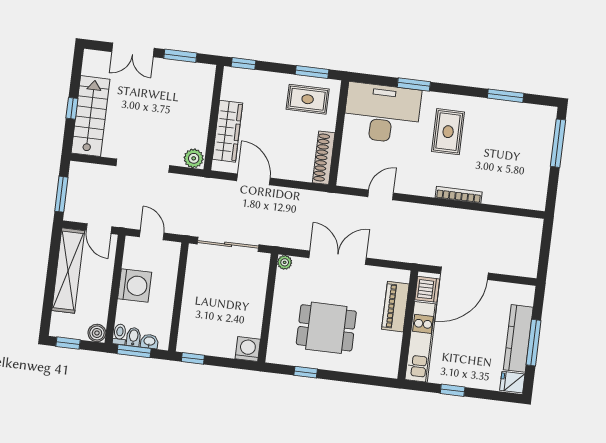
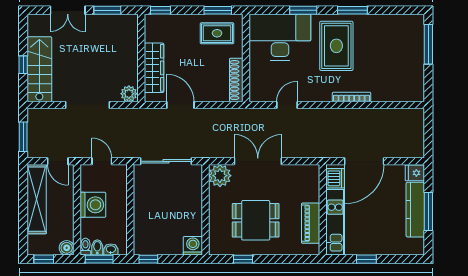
window: (506, 96) -> (352, 10), moved
rug: (448, 132) -> (336, 46), width x1.36, depth x1.43
plant: (285, 262) -> (220, 176), width x1.87, depth x1.87
piano: (395, 307) -> (311, 223), moved
fridge: (512, 382) -> (415, 173), moved

